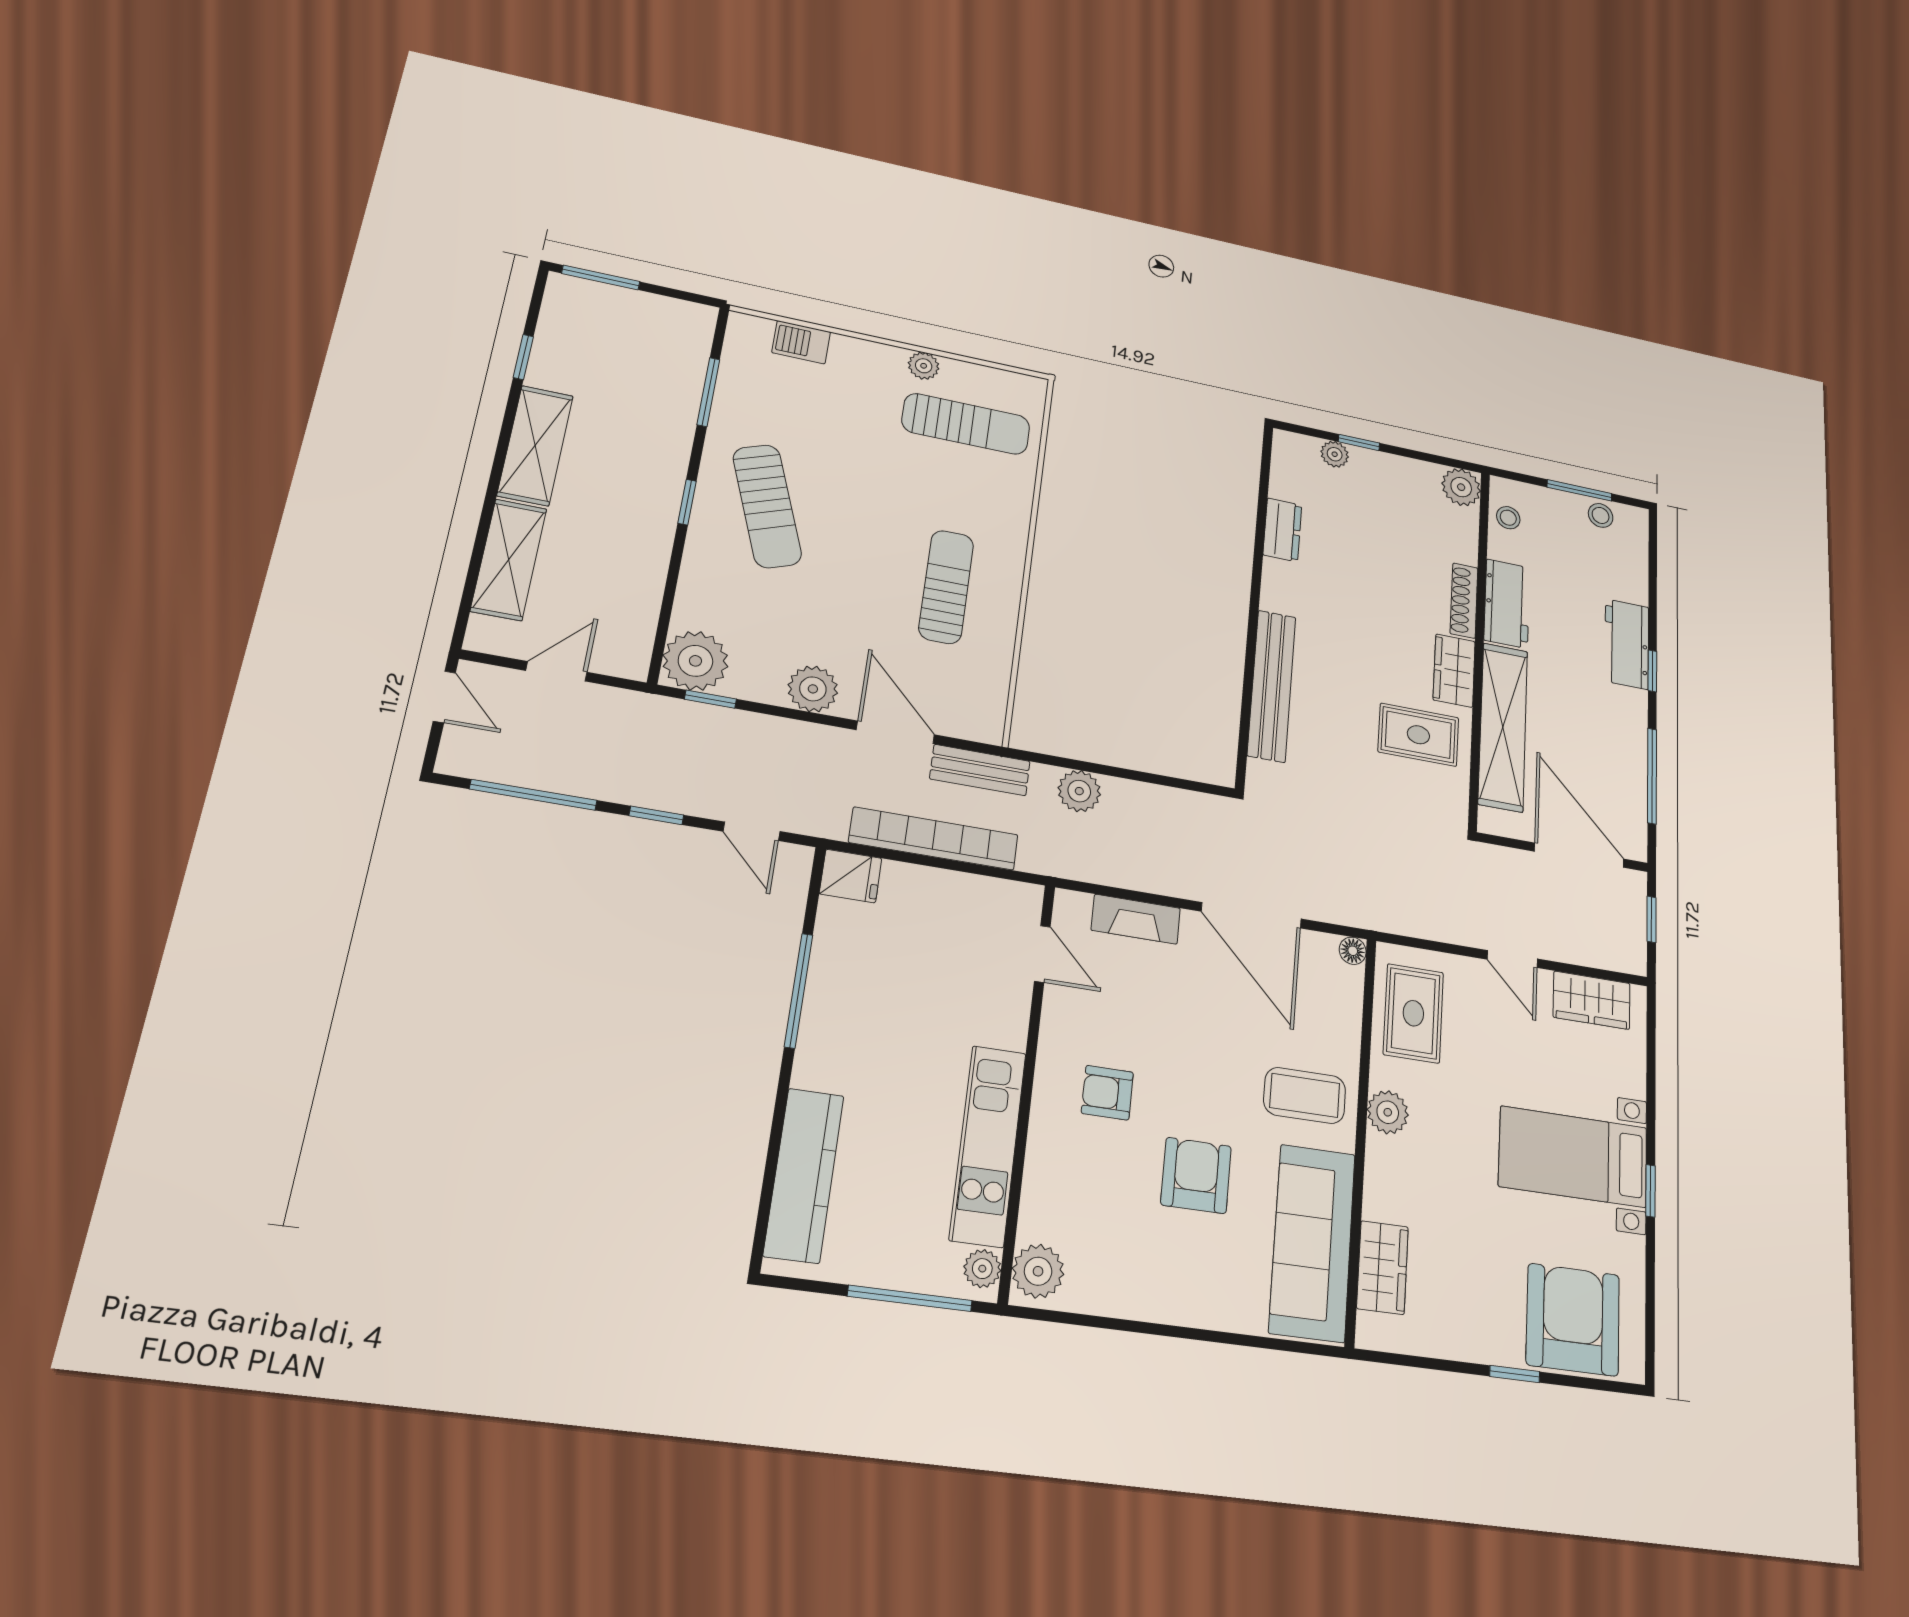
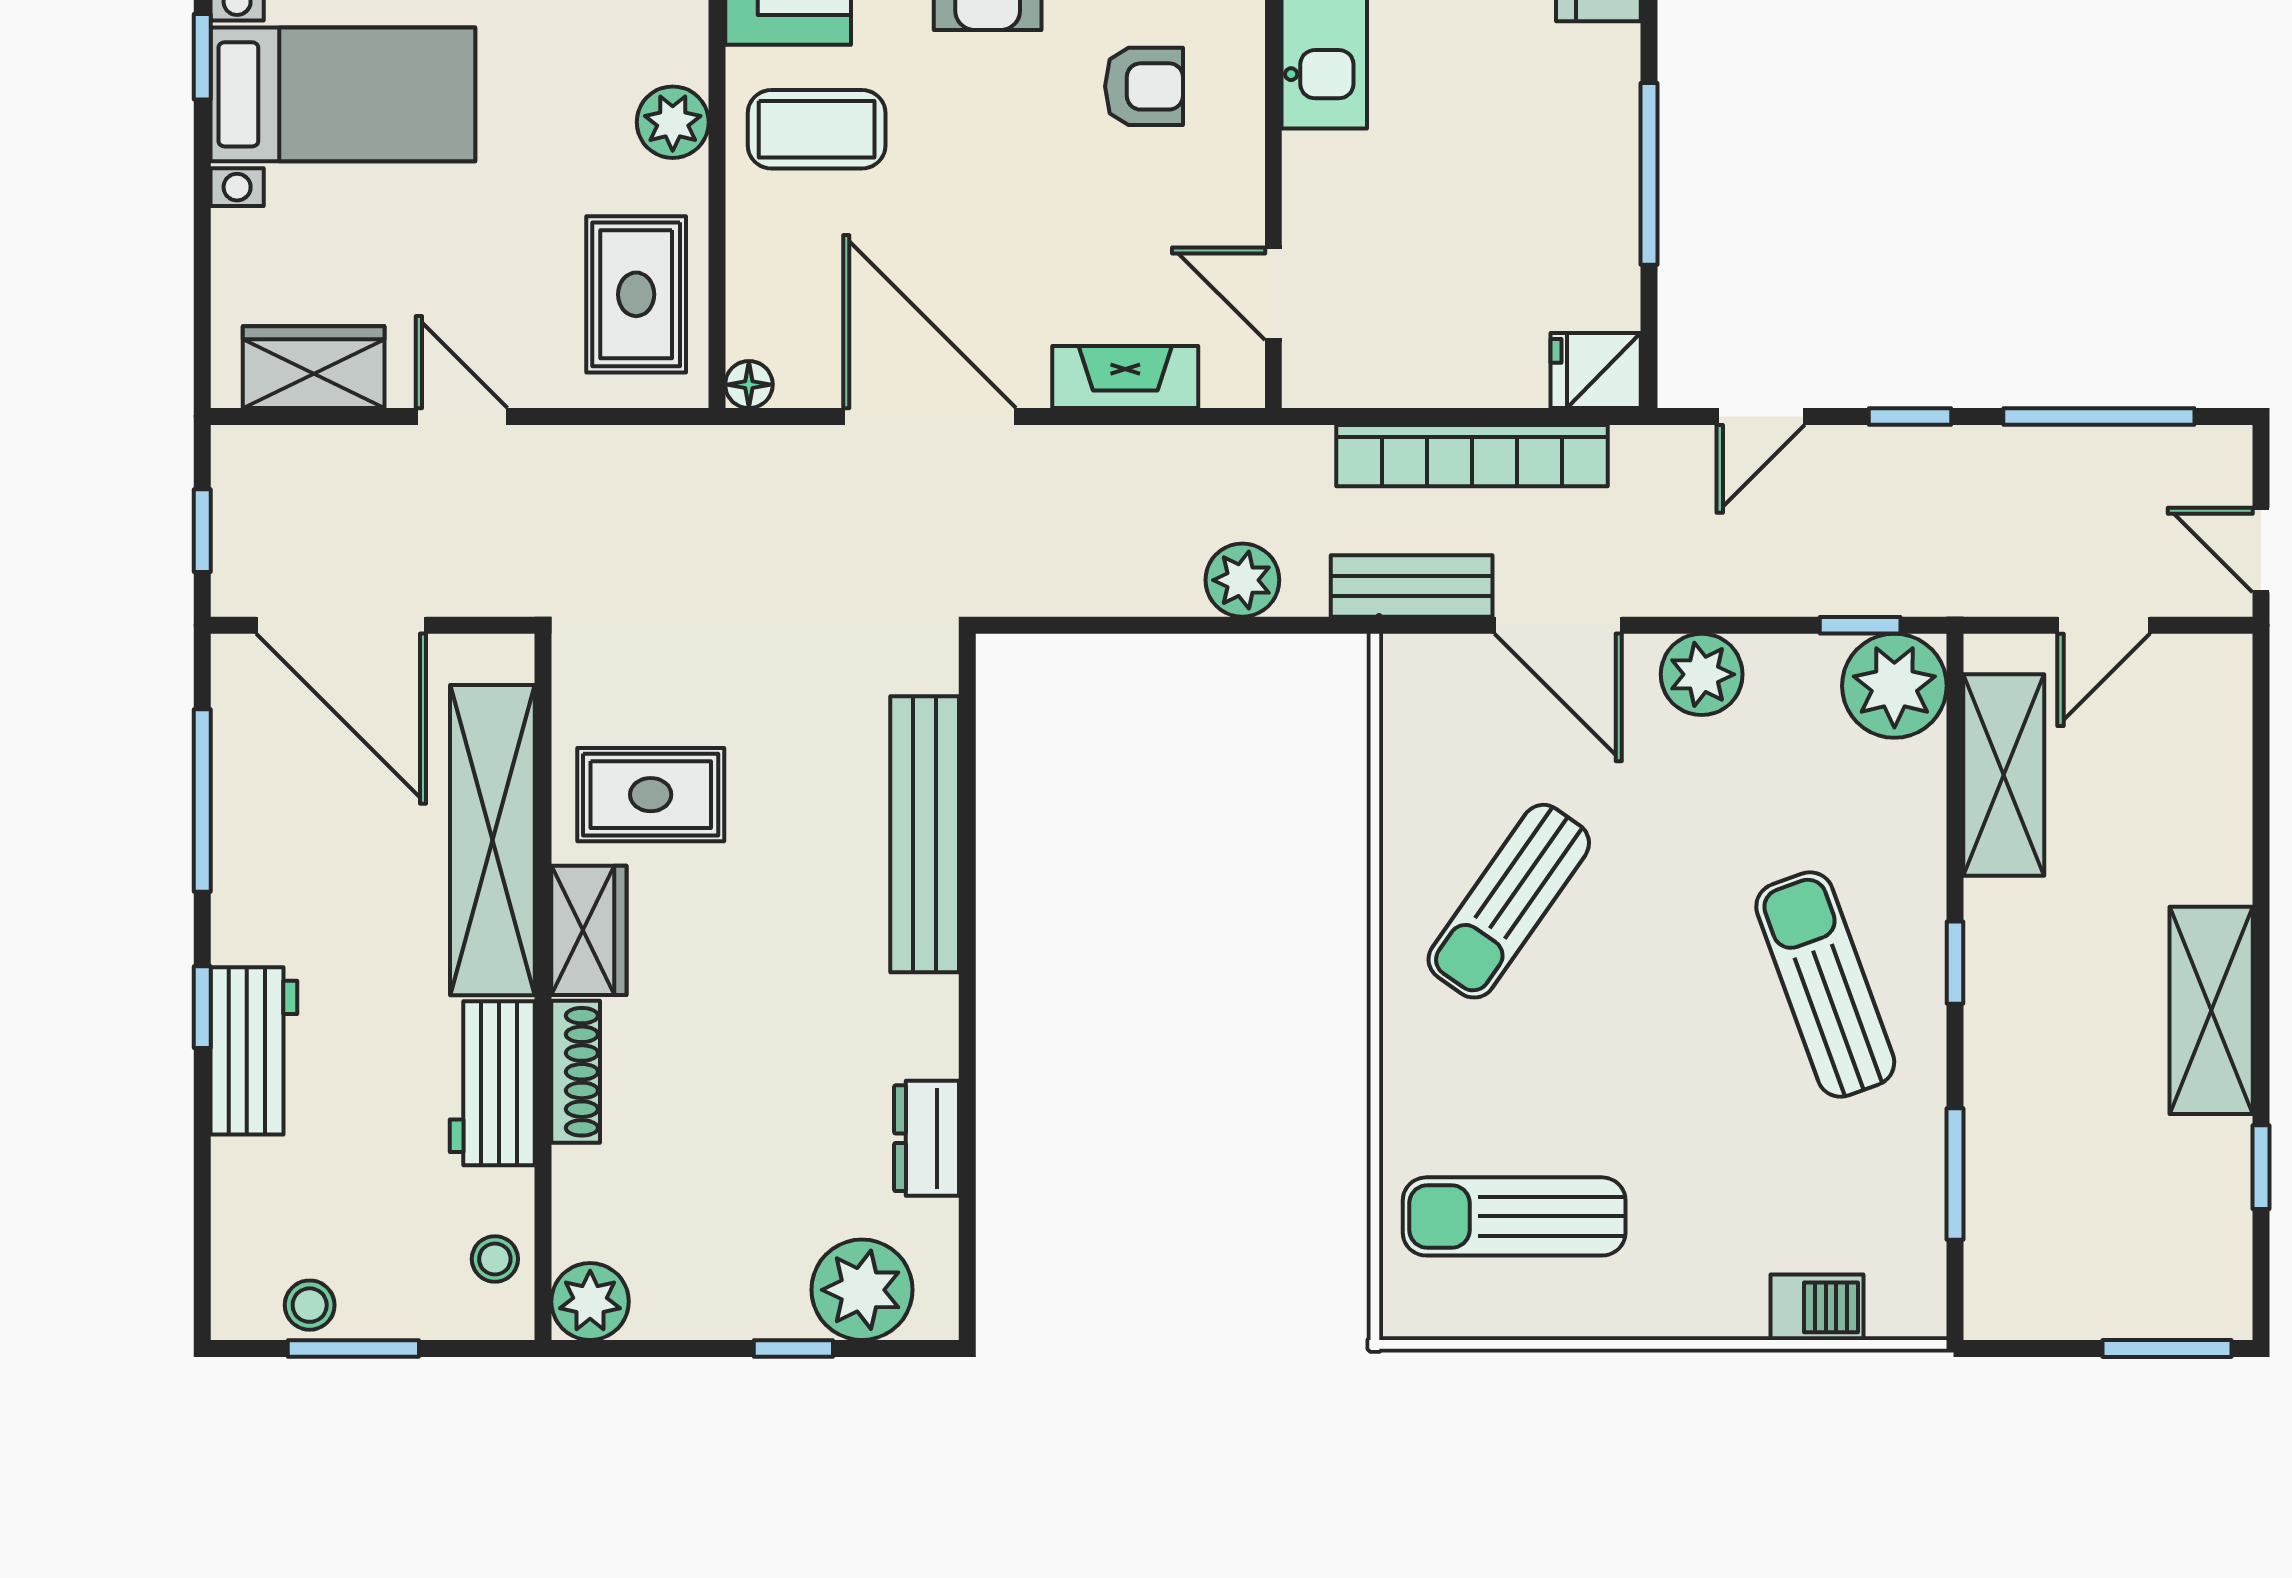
plant: (924, 366) -> (1602, 1313), removed
plant: (1335, 454) -> (862, 1290), width x1.88, depth x1.88
shelving: (509, 560) -> (2004, 775), moved
sun lounger: (946, 587) -> (1509, 901), turned 35
door: (752, 831) -> (1761, 417), swing flipped

